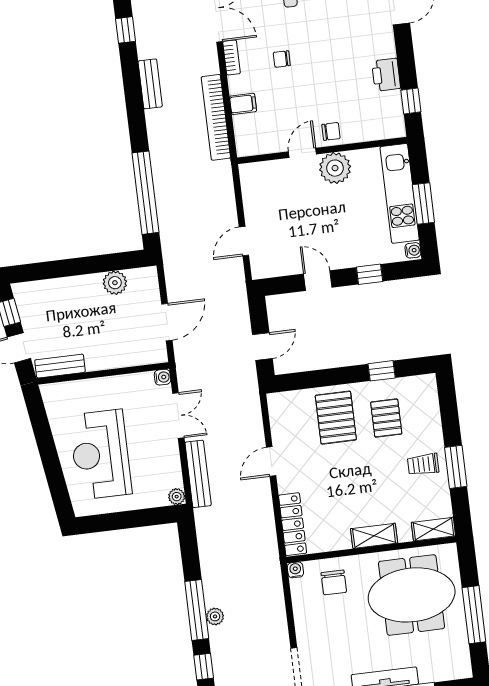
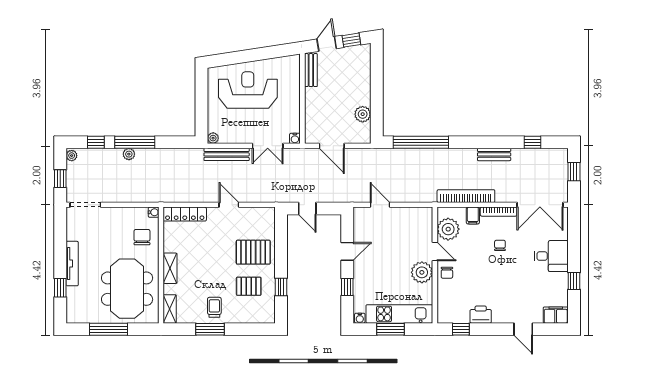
bookcase: (232, 58) -> (499, 212), width x1.56
plant: (267, 137) -> (448, 229), added
chair: (334, 582) -> (142, 237), turned 90

